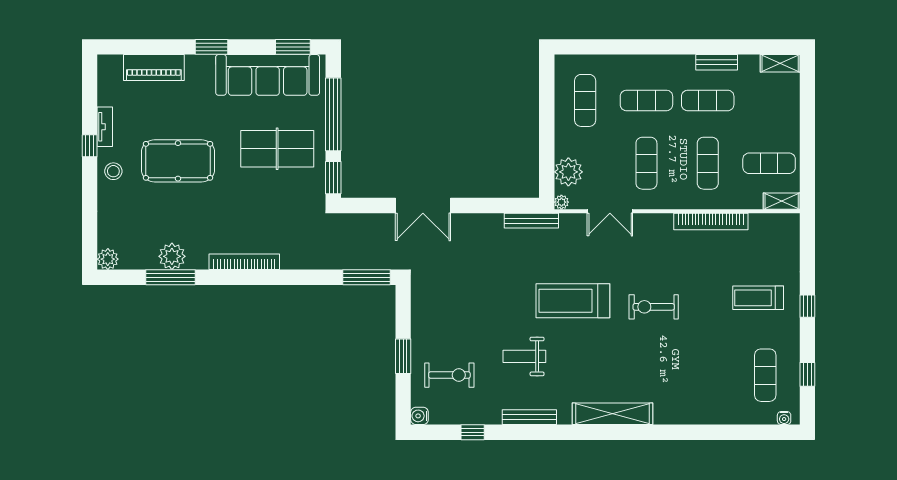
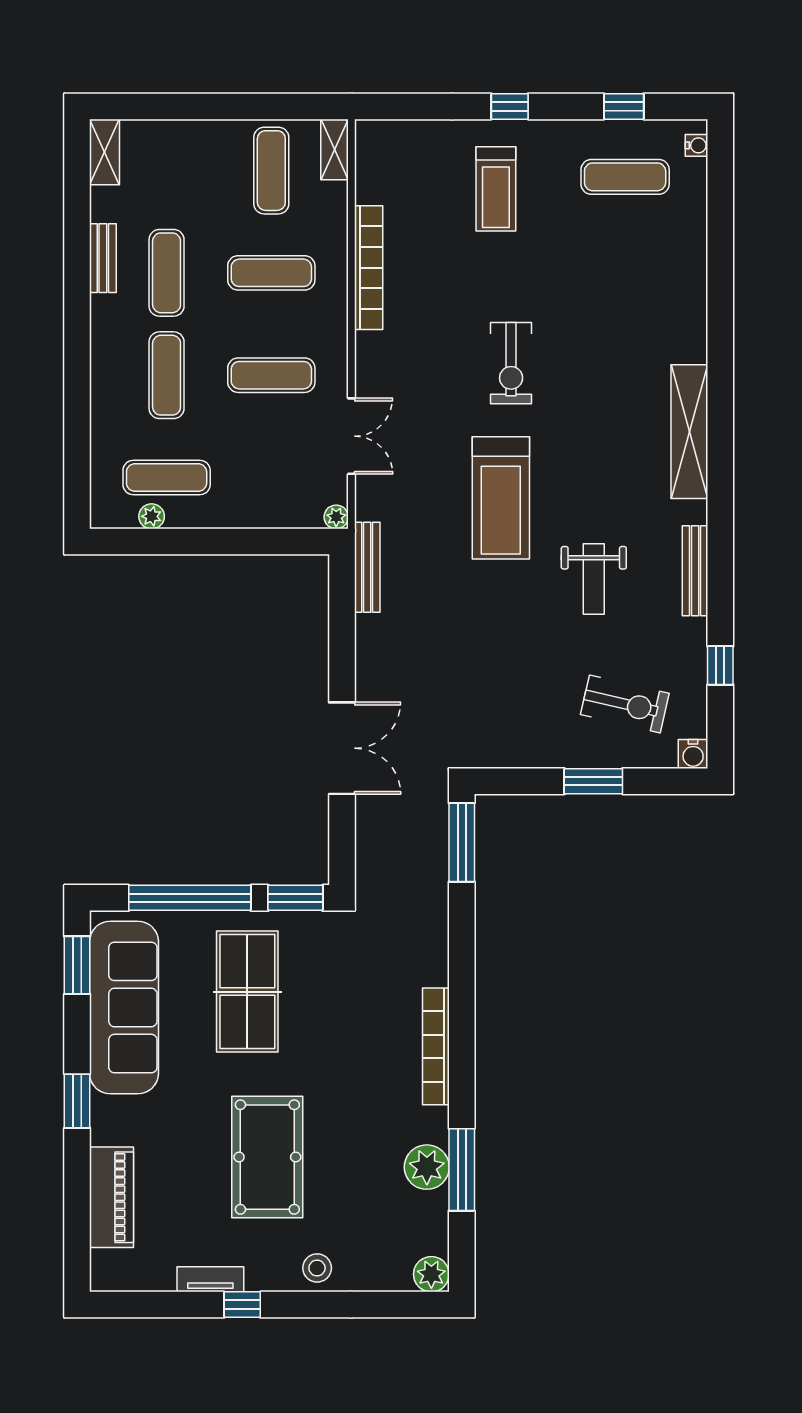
stool: (113, 171) -> (317, 1268), moved
plant: (568, 172) -> (152, 516), moved, width x0.53, depth x0.53
exercise bike: (449, 375) -> (625, 704), turned 103

